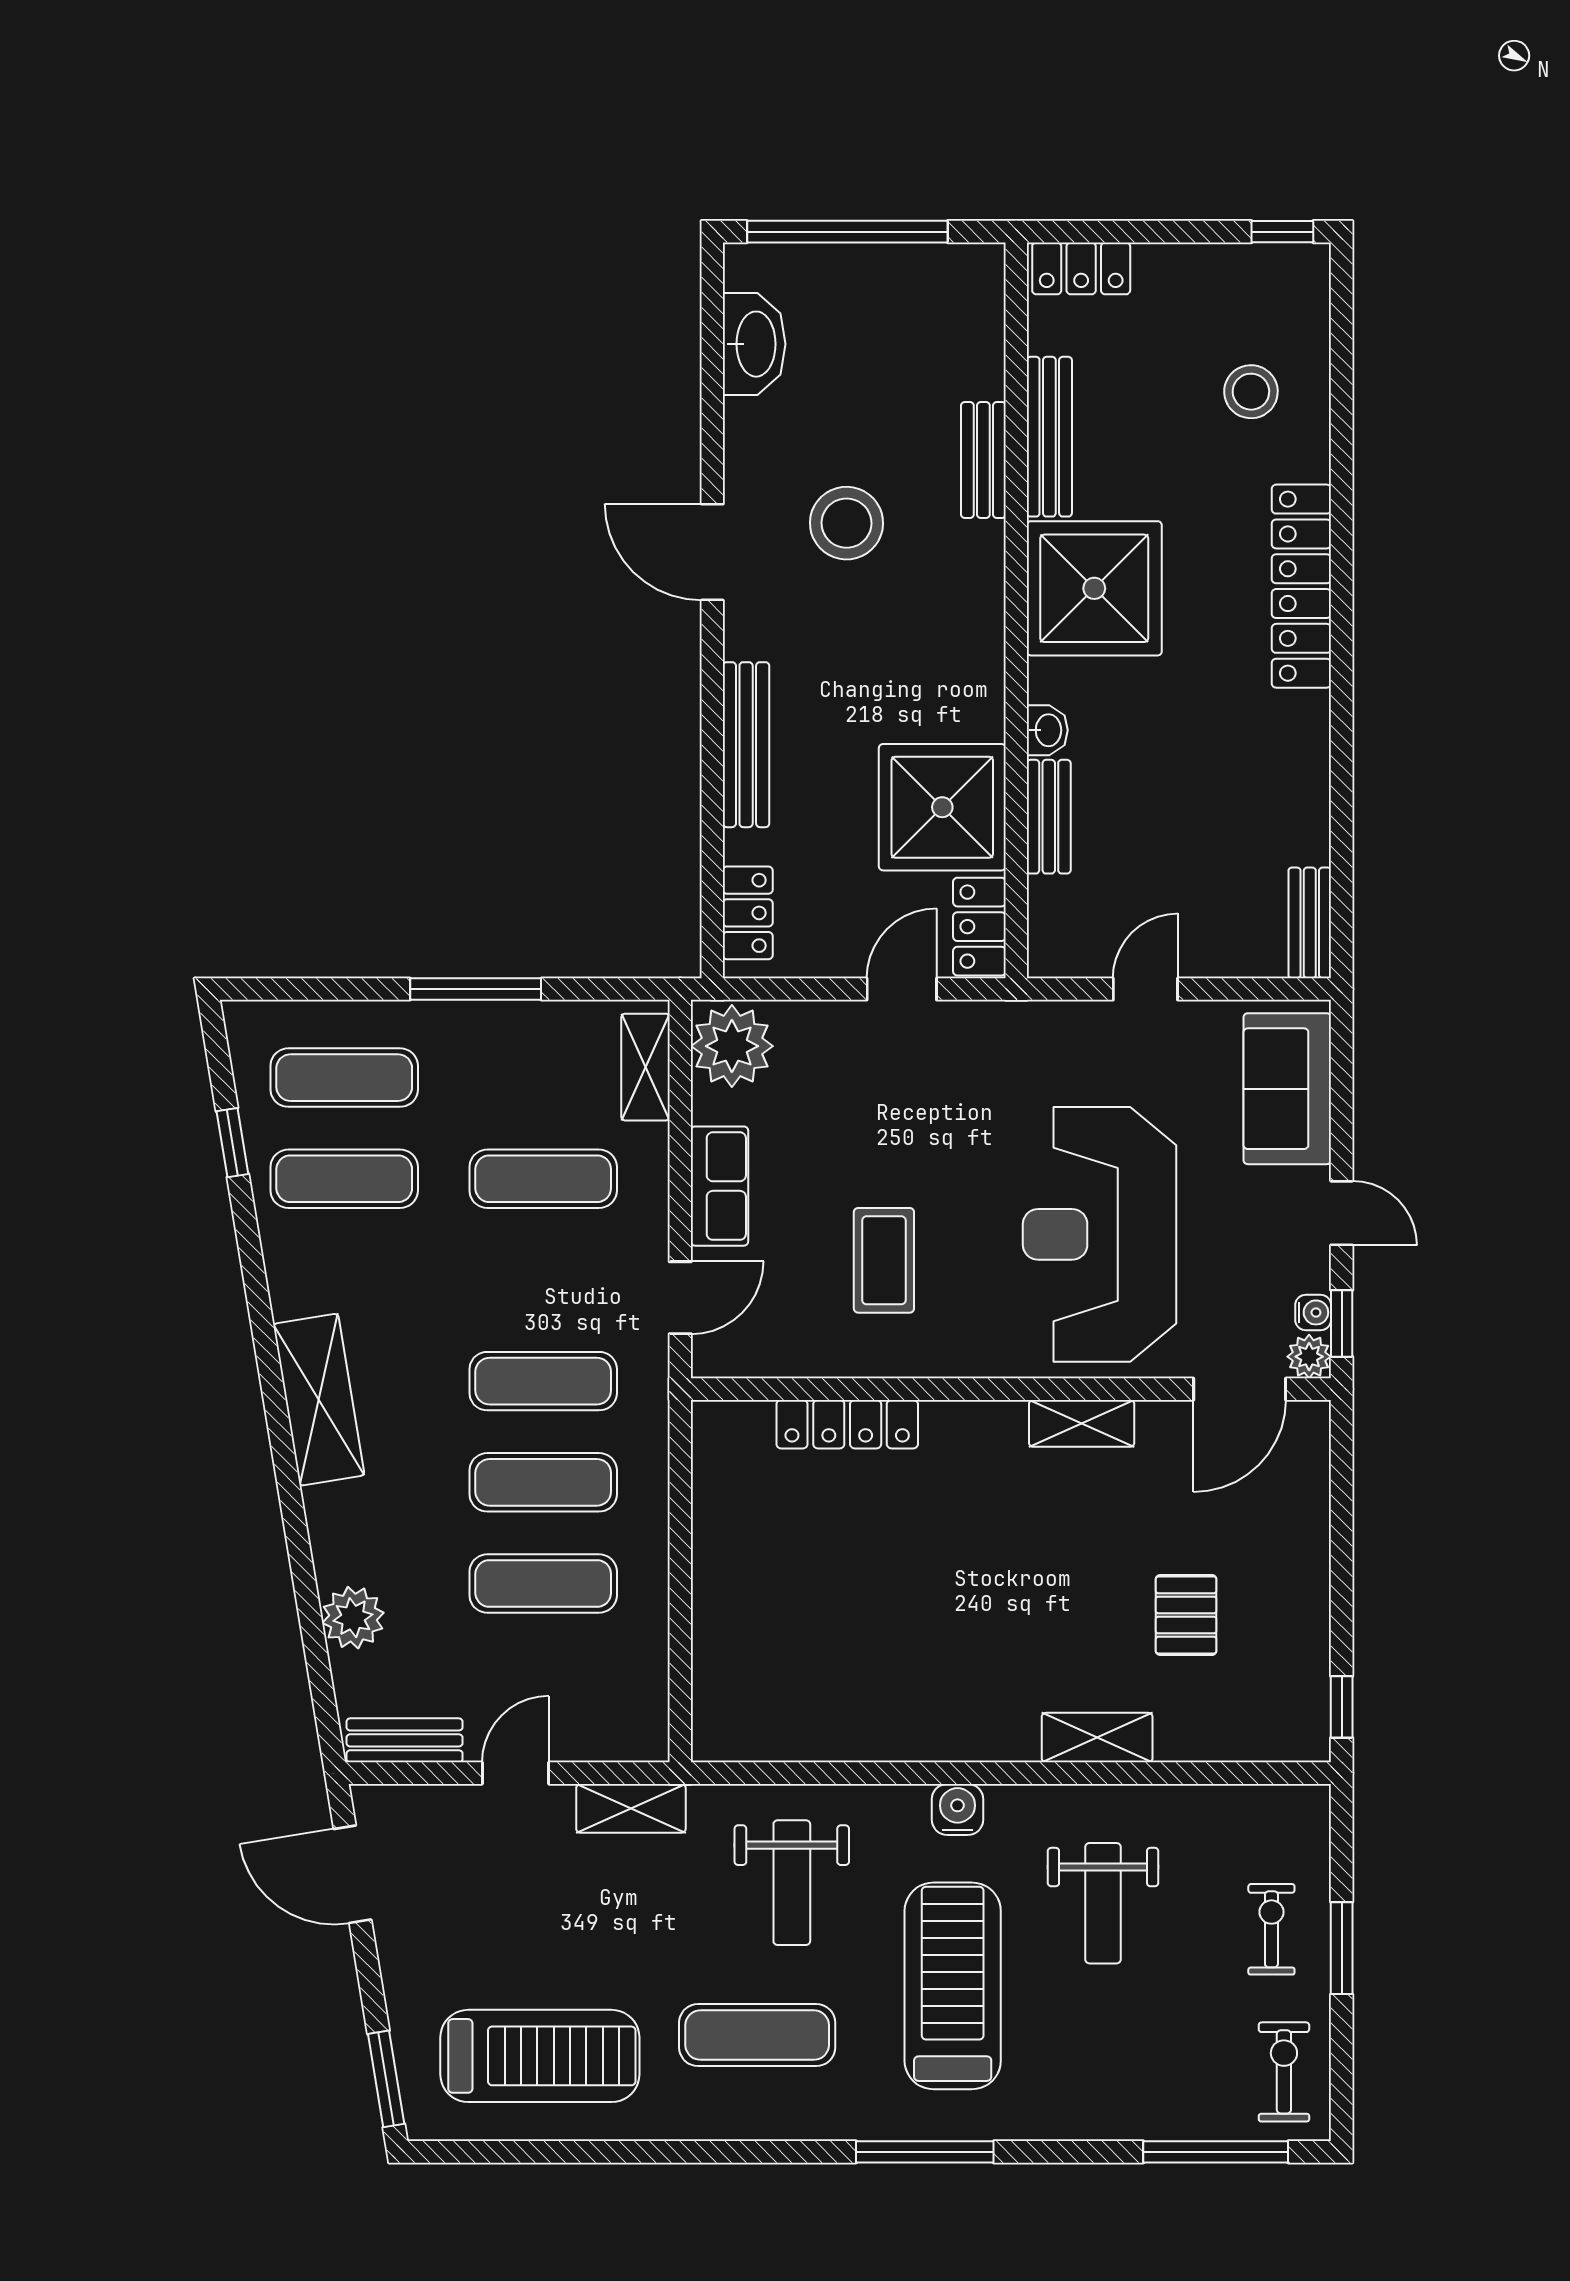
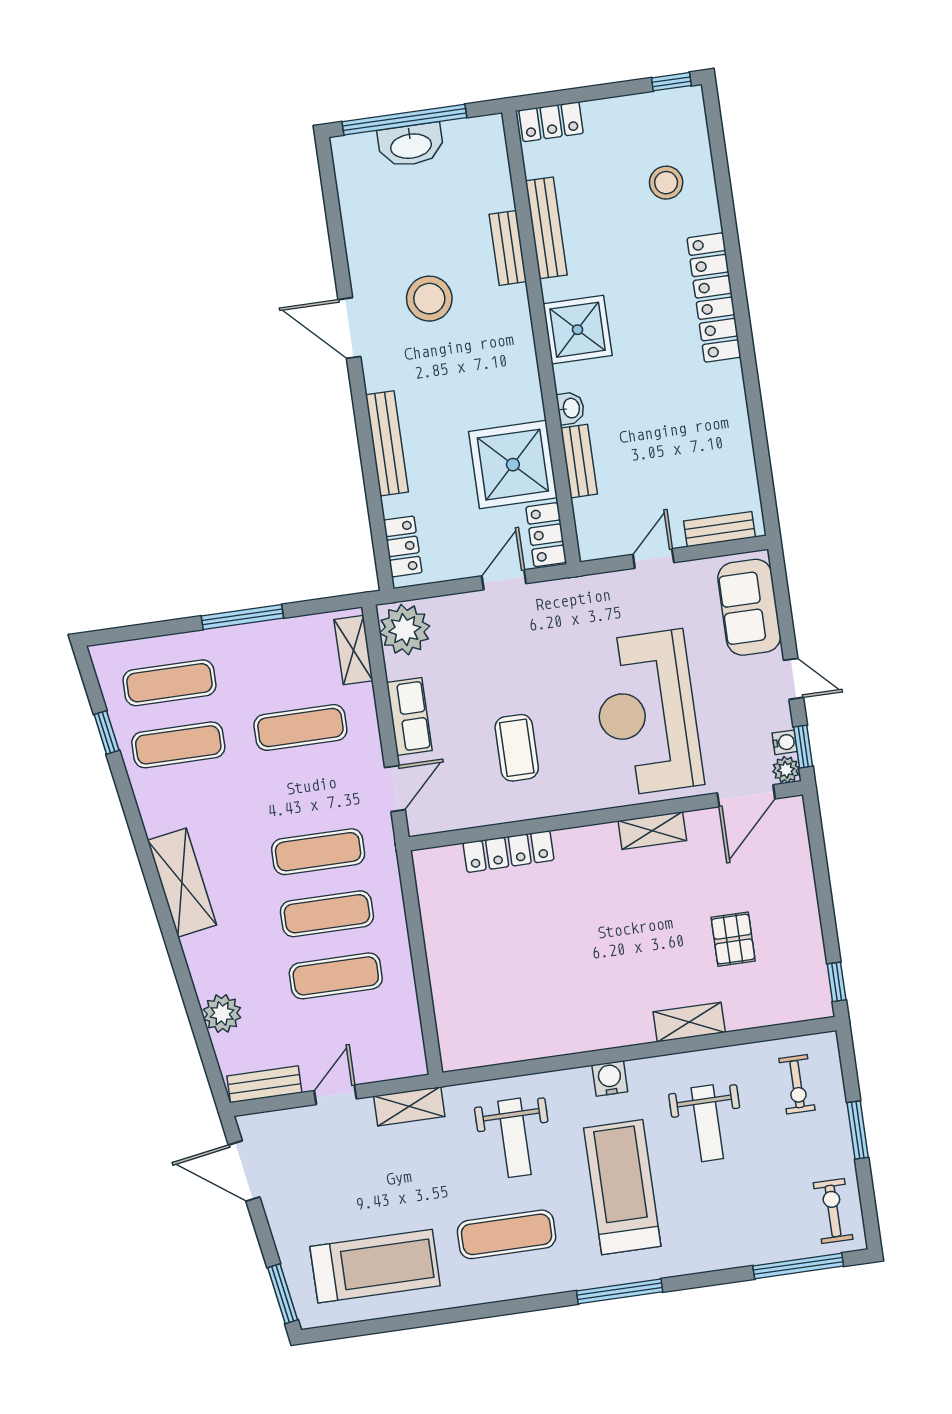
washbasin: (754, 344) -> (411, 145), moved, turned 90
shower: (1094, 588) -> (578, 330), width x0.73, depth x0.73
bench: (1310, 923) -> (719, 529), moved, turned 90
exercise bike: (1271, 1929) -> (797, 1084), moved, turned 180

